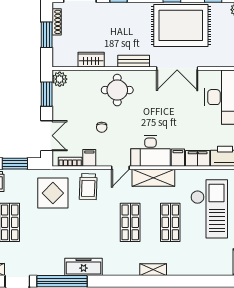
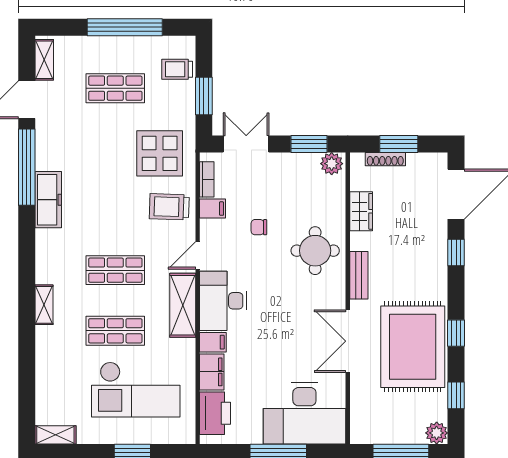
shoe rack: (57, 22) -> (385, 159), moved
double door: (47, 136) -> (246, 144), swing flipped
door: (120, 168) -> (198, 255), hinge flipped

